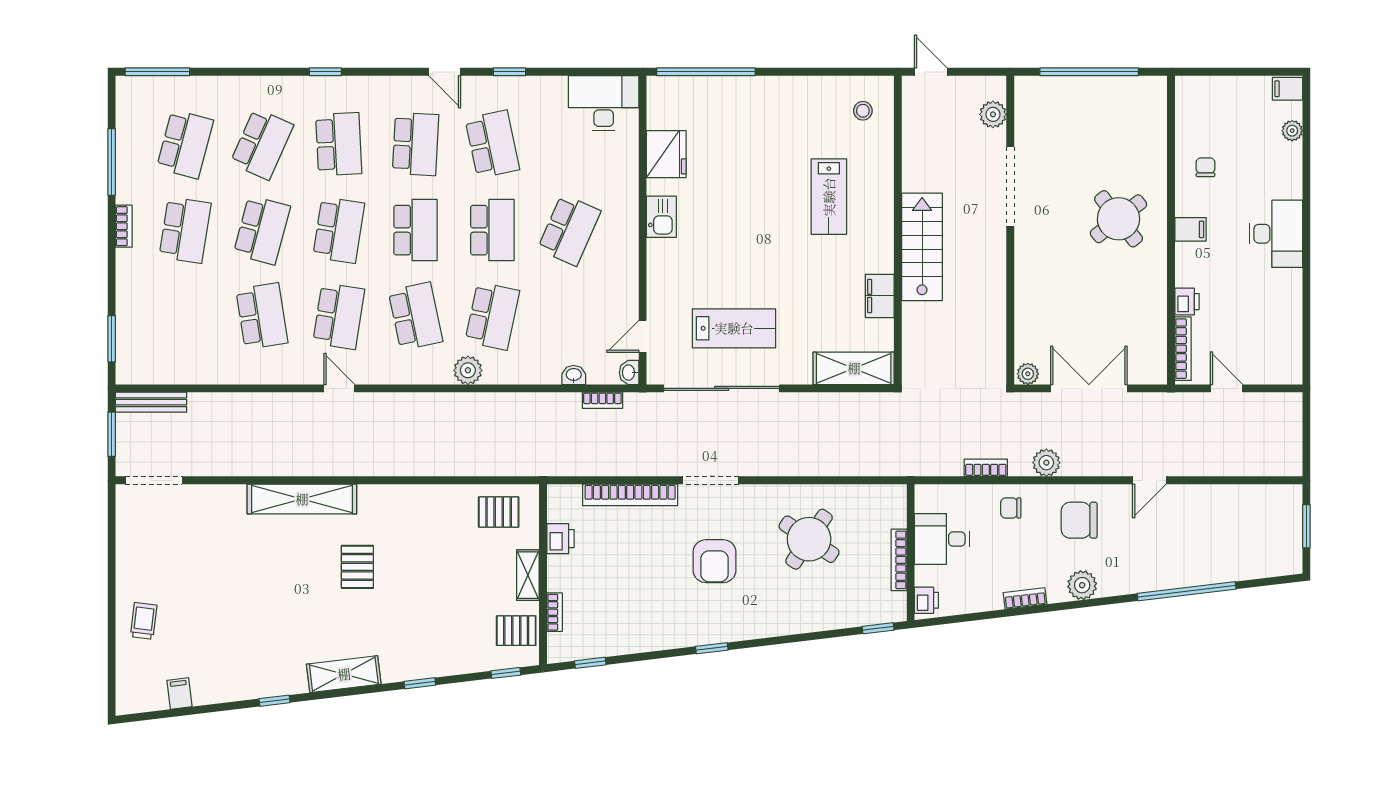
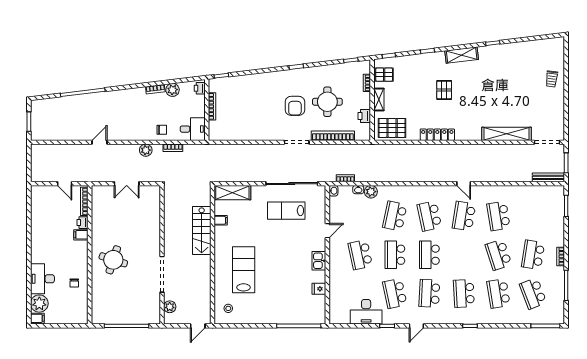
door: (445, 72) -> (416, 326), swing flipped
door: (931, 72) -> (198, 326), hinge flipped
desk: (604, 103) -> (366, 312), moved
plant: (1292, 131) -> (39, 304), width x1.88, depth x1.88
school desk: (185, 144) -> (533, 293), turned -36
school desk: (262, 144) -> (499, 293), turned -33
fridge: (666, 154) -> (319, 289), width x0.53, depth x0.75
lab bench: (829, 197) -> (244, 270), width x1.36, depth x1.39
round table: (1118, 219) -> (113, 260), turned -34
filing cabinet: (1191, 229) -> (81, 235), moved
school desk: (262, 230) -> (499, 255), turned -33
school desk: (339, 230) -> (464, 255), removed
school desk: (569, 230) -> (360, 255), turned -36
desk: (1276, 234) -> (42, 279), moved
stairs: (922, 247) -> (202, 231), moved
filing cabinet: (880, 296) -> (221, 220), width x0.50
door: (643, 336) -> (327, 231), moved
plant: (468, 370) -> (371, 192), moved
plant: (1028, 374) -> (154, 190), removed
double door: (1089, 388) -> (127, 184), width x0.73
locker: (398, 497) -> (437, 135), added
shelving: (302, 499) -> (507, 134), moved
pallet: (499, 512) -> (392, 128), width x1.50, depth x1.42
chair: (1079, 520) -> (131, 124), removed
round table: (809, 539) -> (327, 102), moved, turned -34
desk: (942, 539) -> (193, 129), moved
armchair: (714, 561) -> (295, 106), turned 180
pallet: (357, 567) -> (444, 90), moved
plant: (1082, 585) -> (173, 90), moved
filing cabinet: (179, 694) -> (536, 46), removed

